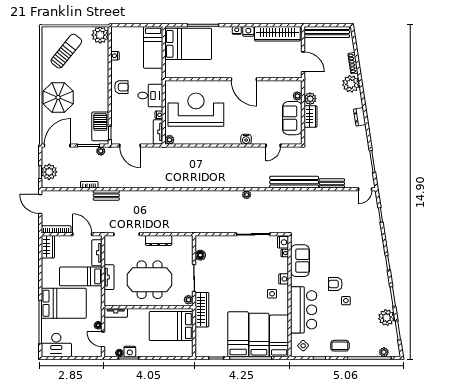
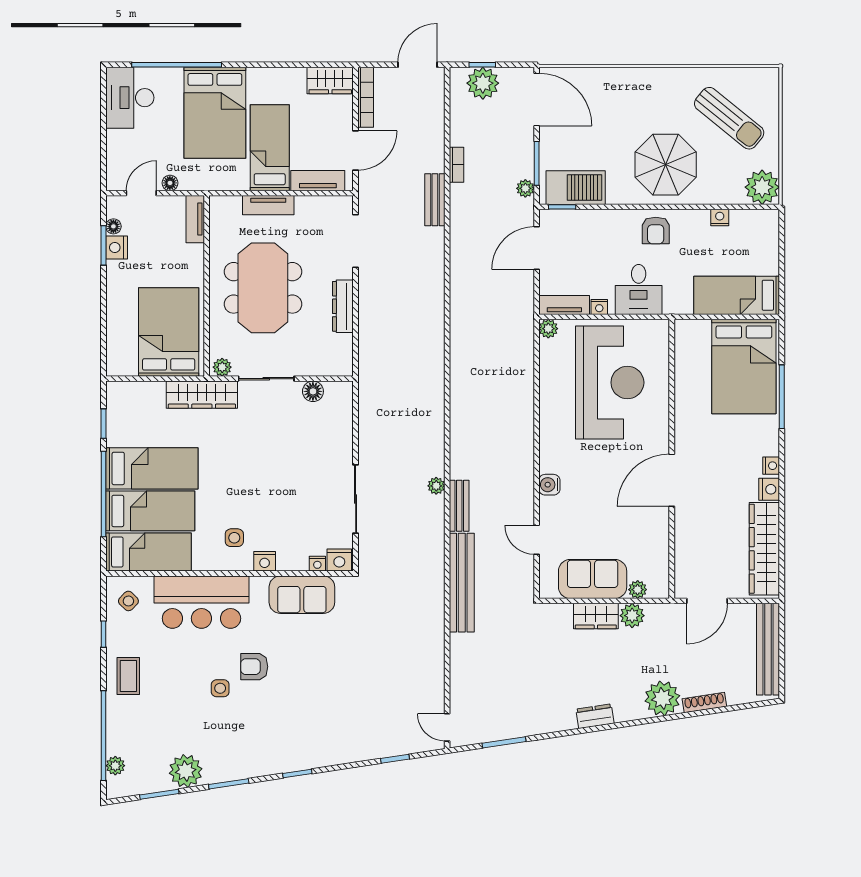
parasol: (58, 97) -> (666, 165), moved
bench: (332, 183) -> (459, 506), moved
armchair: (335, 284) -> (254, 667), turned -90

